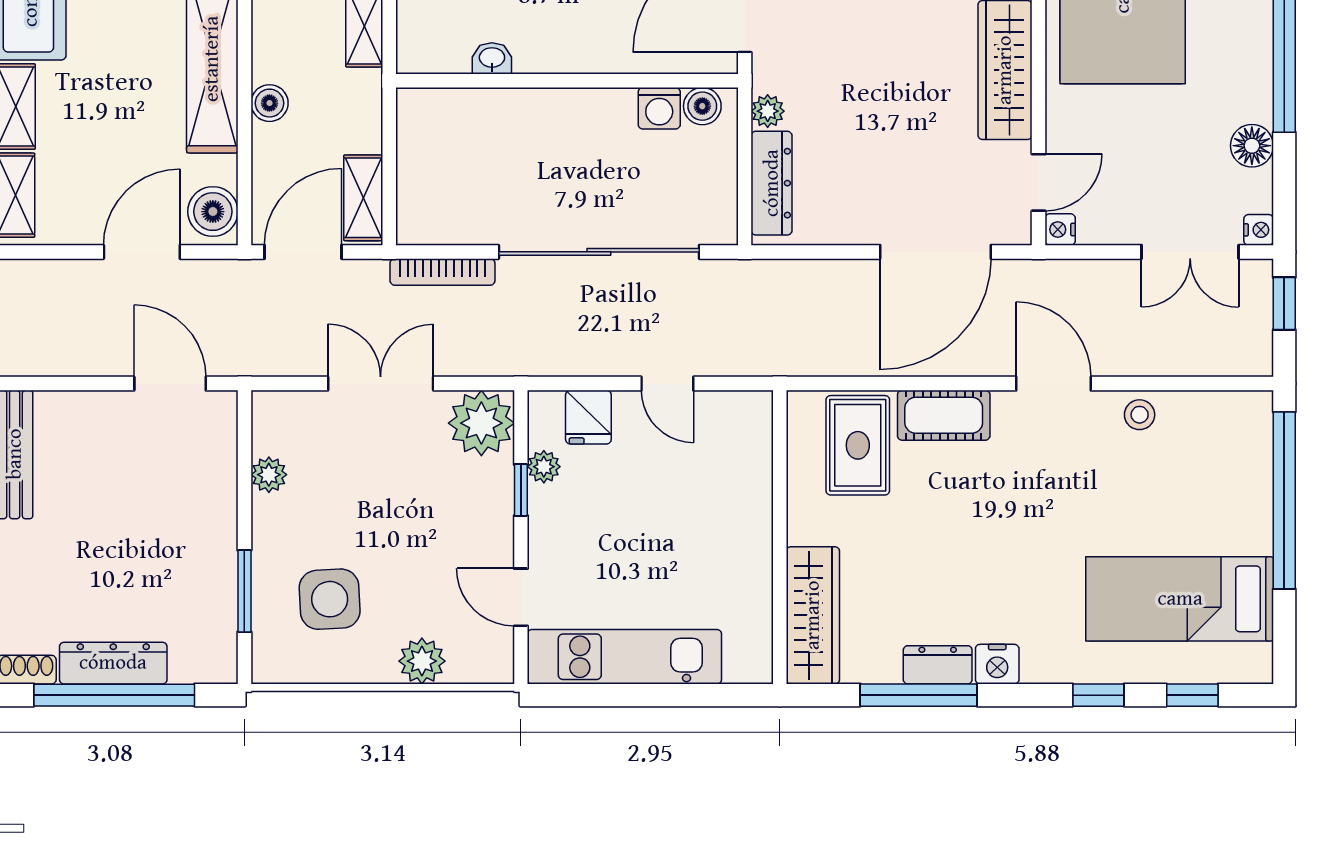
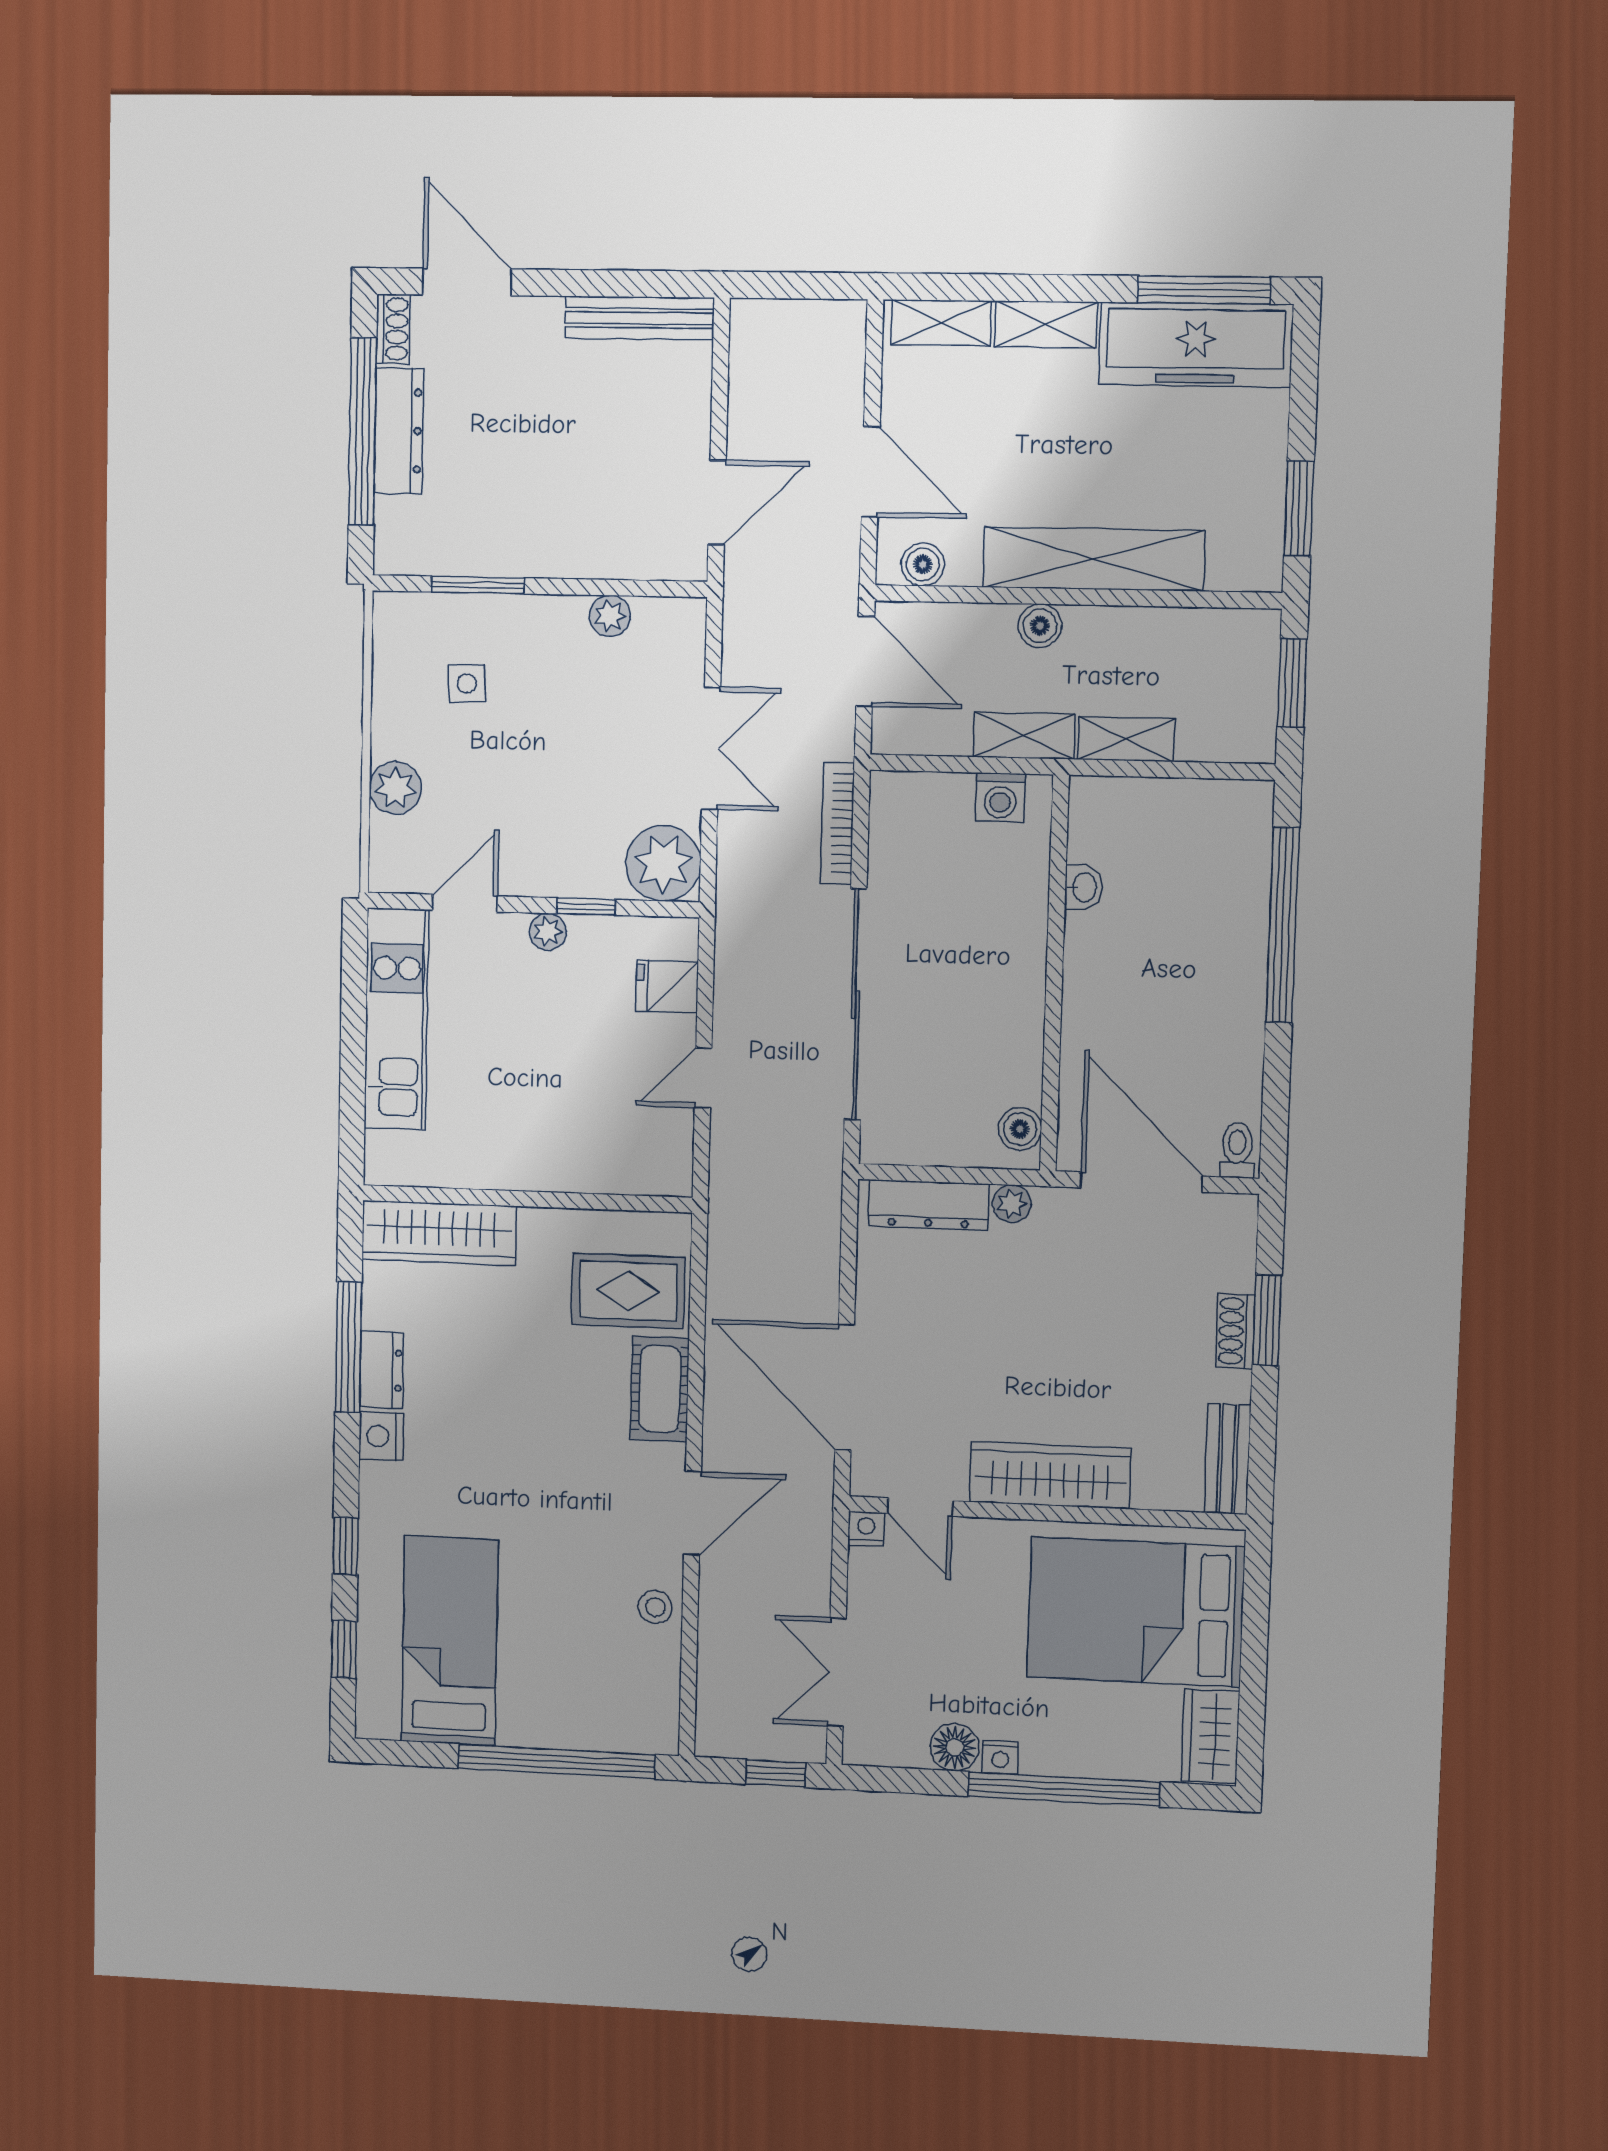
washing machine: (659, 108) -> (1000, 797), moved, turned -90
shelving: (363, 198) -> (1024, 736), moved
boiler: (213, 212) -> (923, 564), width x0.73, depth x0.73
nightstand: (1259, 230) -> (1000, 1757), moved
plant: (544, 467) -> (548, 932), moved
side table: (330, 599) -> (467, 683), width x0.54, depth x0.54

